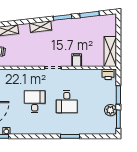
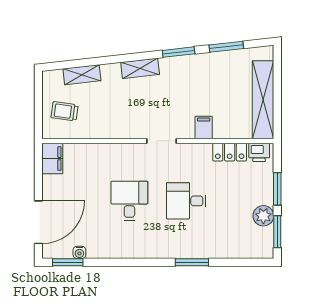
shelving: (110, 51) -> (263, 100), width x1.47
locker: (91, 74) -> (230, 152), added
desk: (67, 102) -> (186, 201), turned 90

